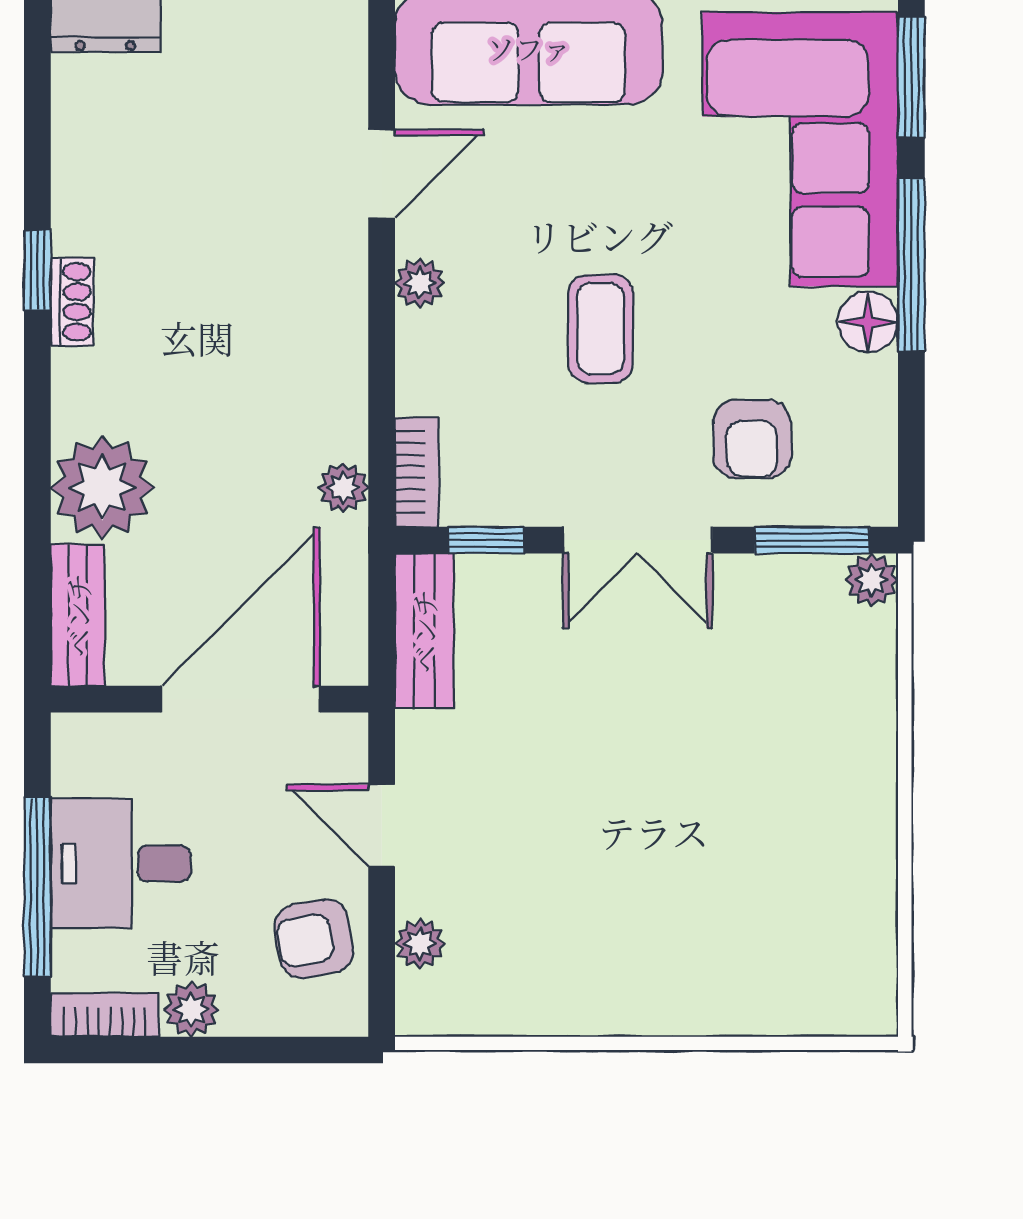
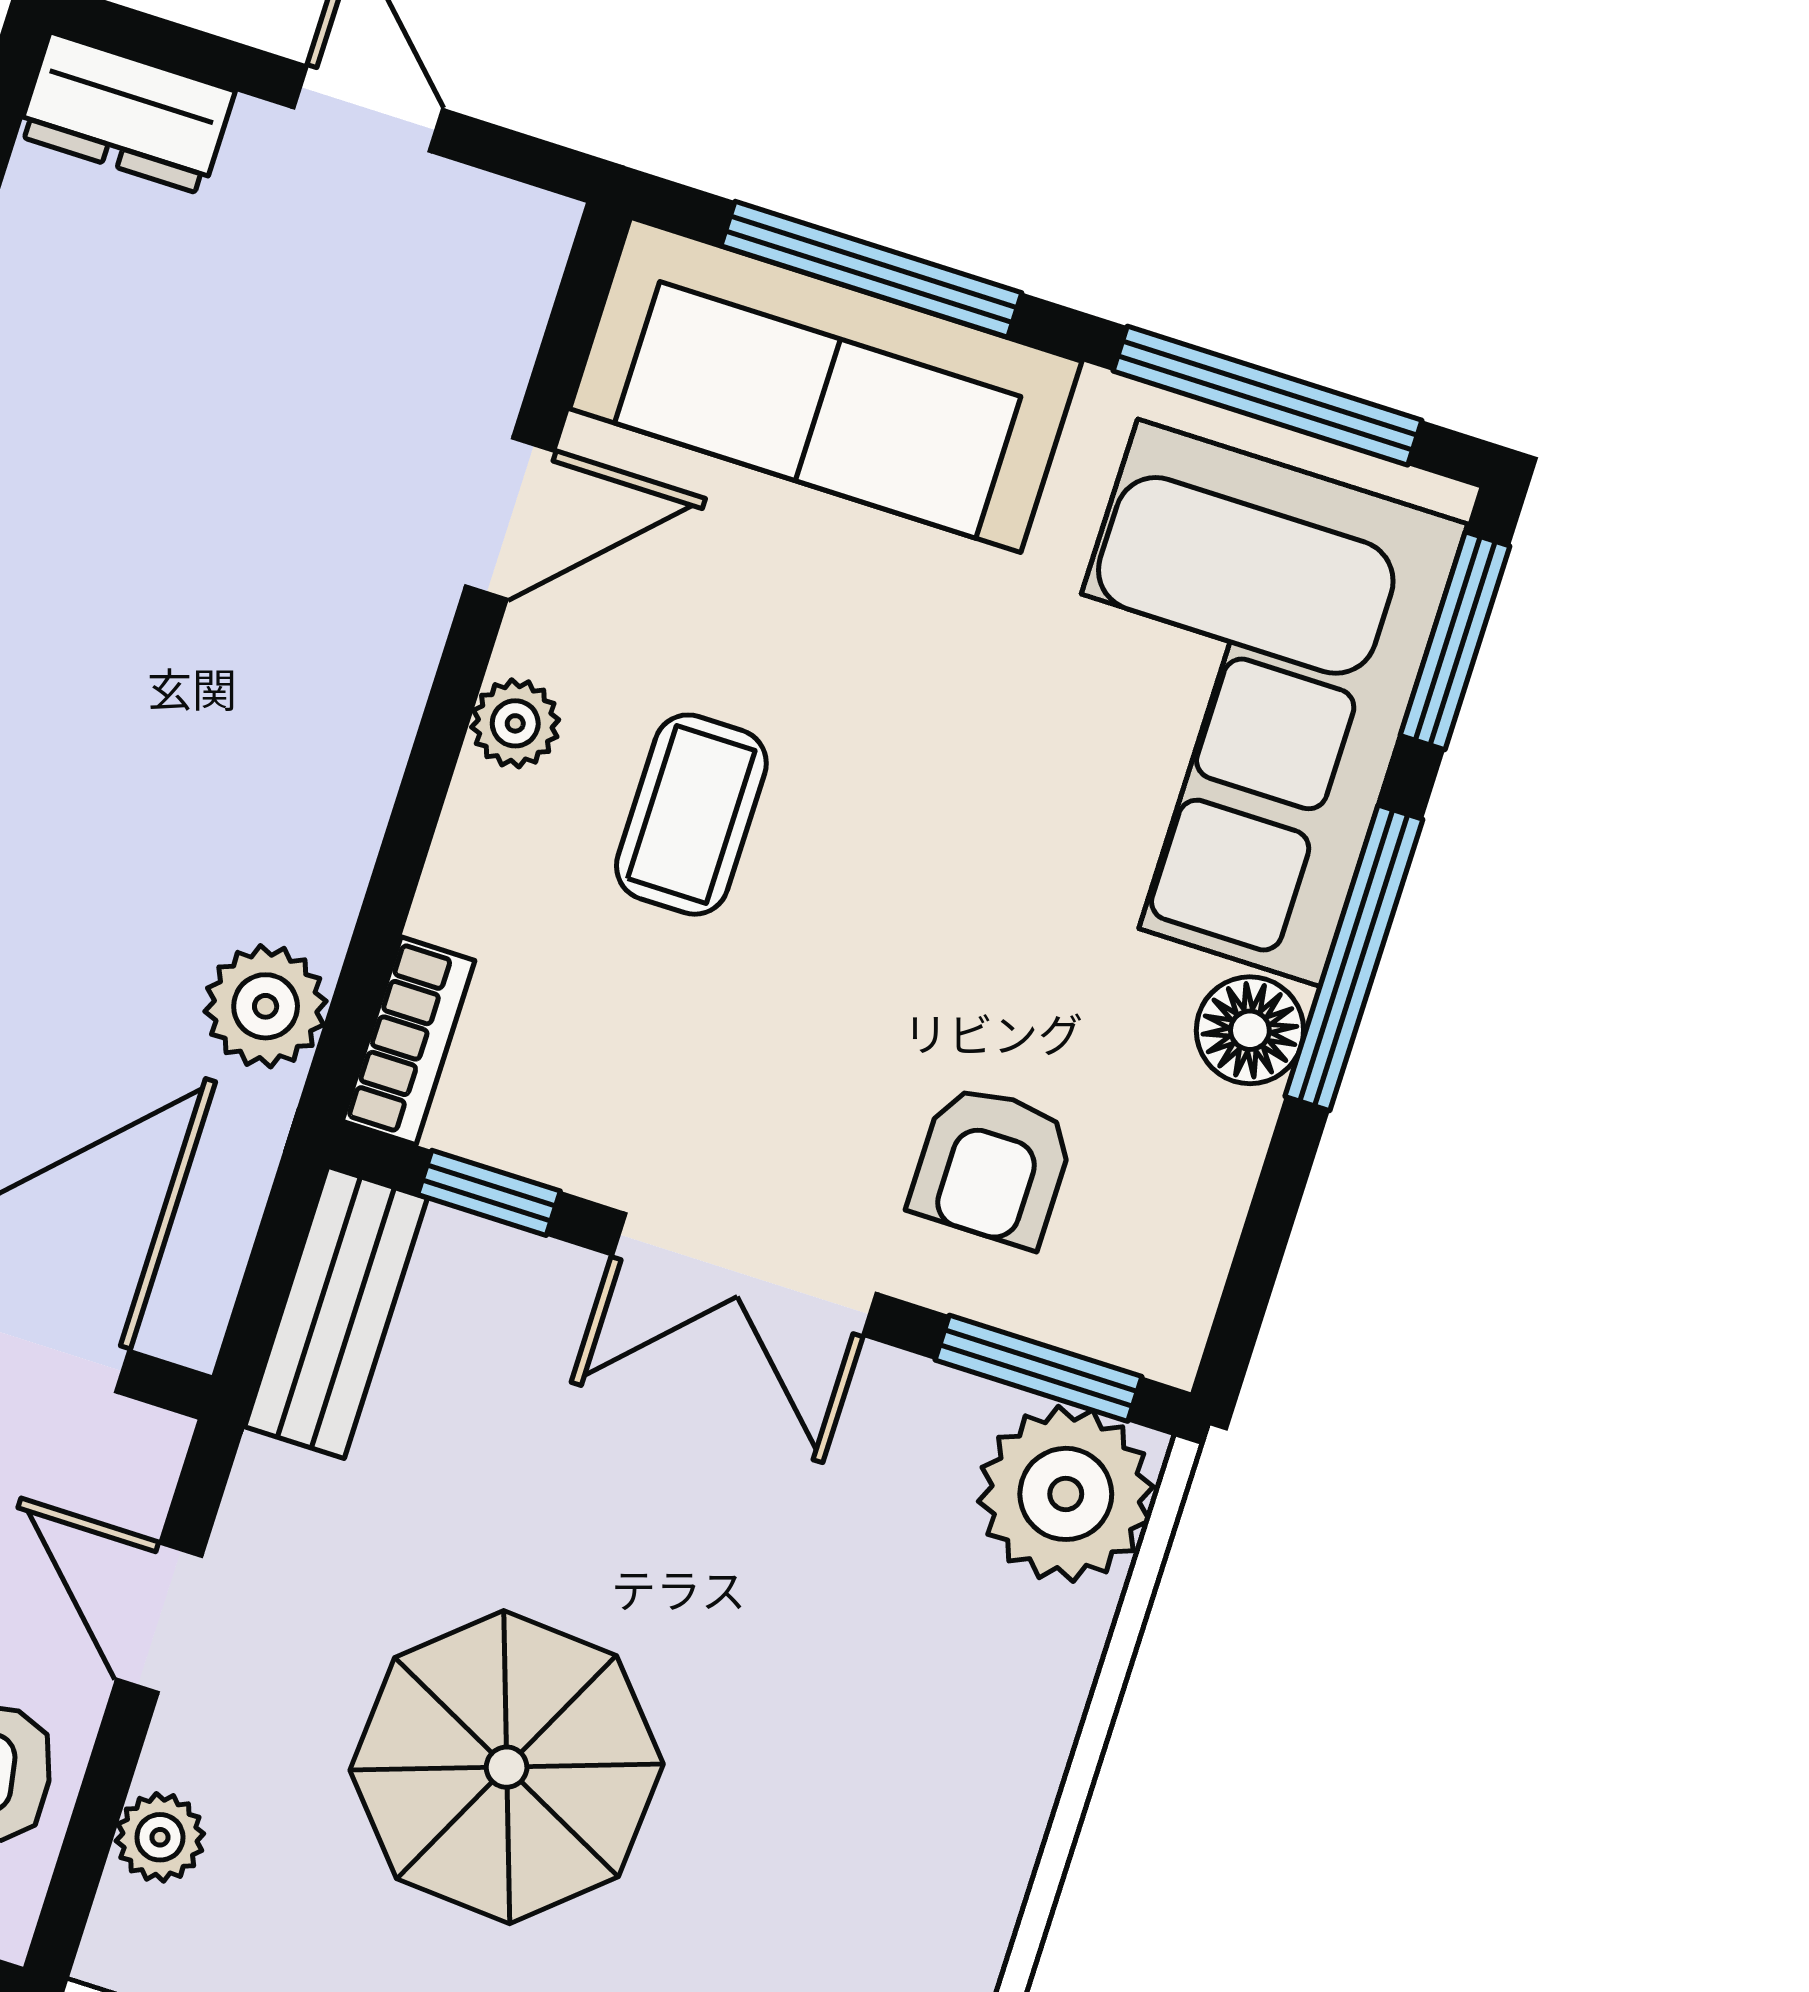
coffee table: (601, 329) -> (691, 815), moved
plant: (343, 488) -> (266, 1006), width x1.38, depth x1.38
plant: (872, 580) -> (1066, 1494), width x1.88, depth x1.88
parasol: (594, 846) -> (507, 1767), added

